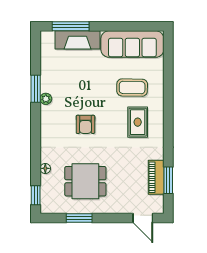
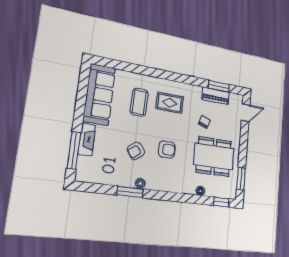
fireplace: (78, 40) -> (87, 139), width x0.73, depth x0.76
armchair: (79, 90) -> (136, 151), added
chair: (123, 166) -> (204, 122), added
dining table: (85, 181) -> (214, 157), width x1.38
window: (79, 218) -> (241, 179), moved

